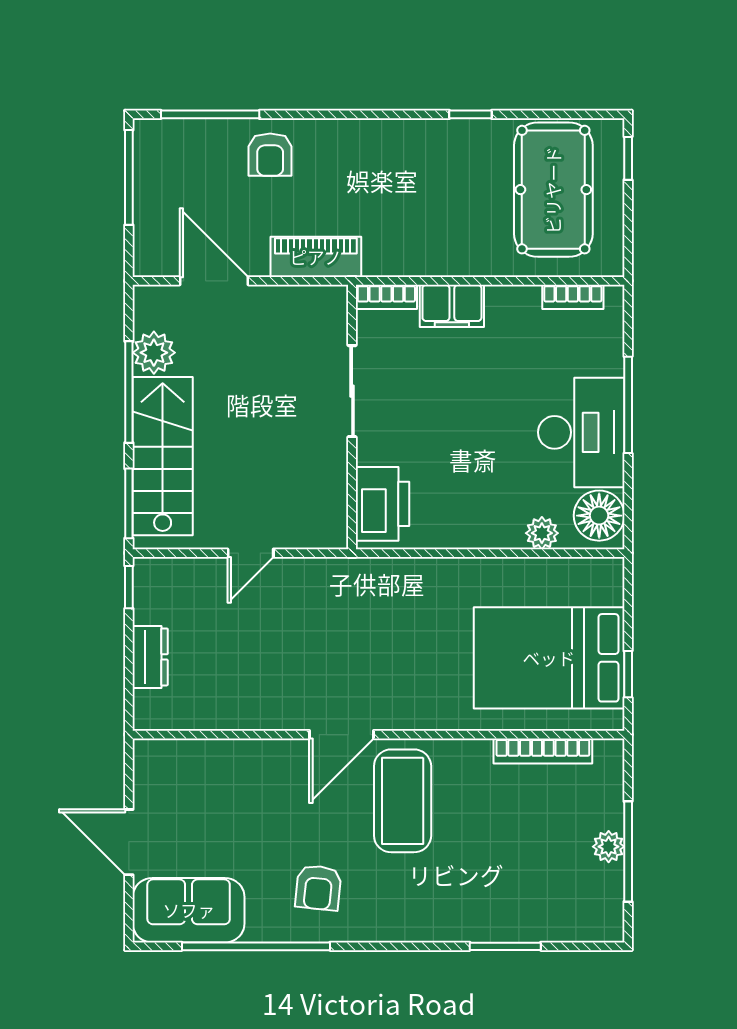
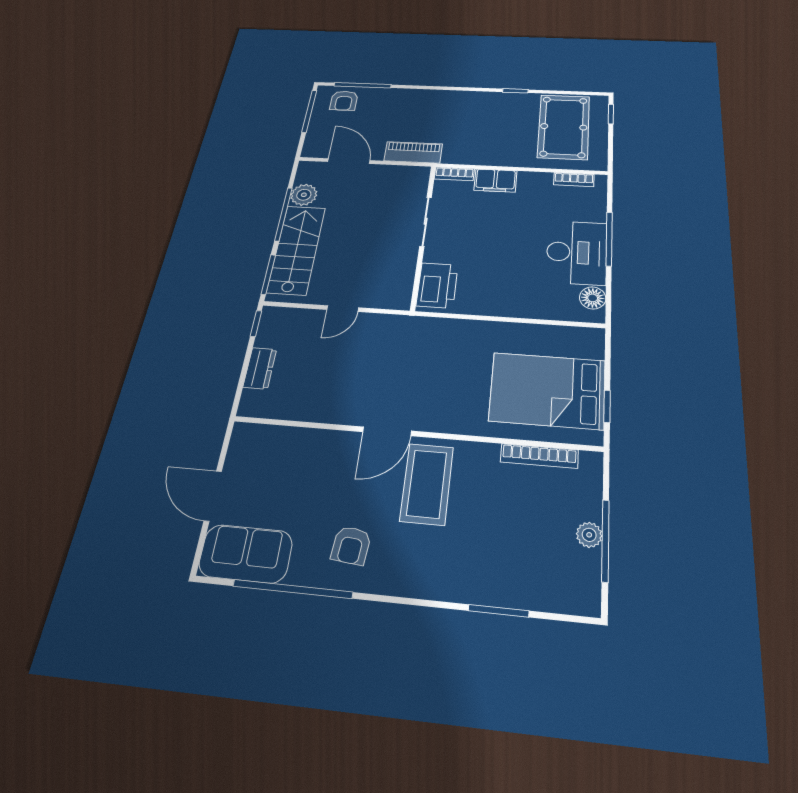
armchair: (270, 155) -> (344, 101), moved
floor lamp: (599, 516) -> (593, 298), width x0.73, depth x0.73
plant: (542, 533) -> (546, 310), removed

